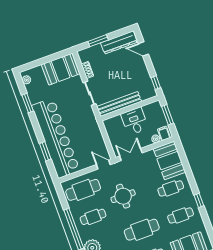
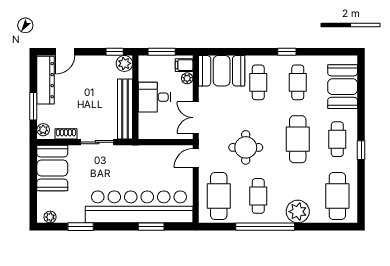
plant: (85, 53) -> (43, 130), added
plant: (150, 92) -> (124, 63), added

